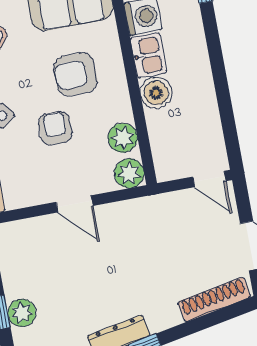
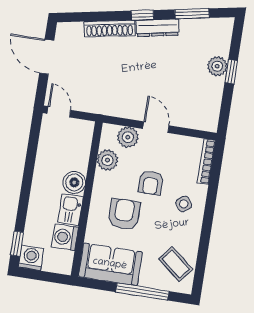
armchair: (76, 74) -> (124, 214), turned -90
plant: (129, 173) -> (128, 137), moved
shoe rack: (214, 299) -> (110, 29), moved

